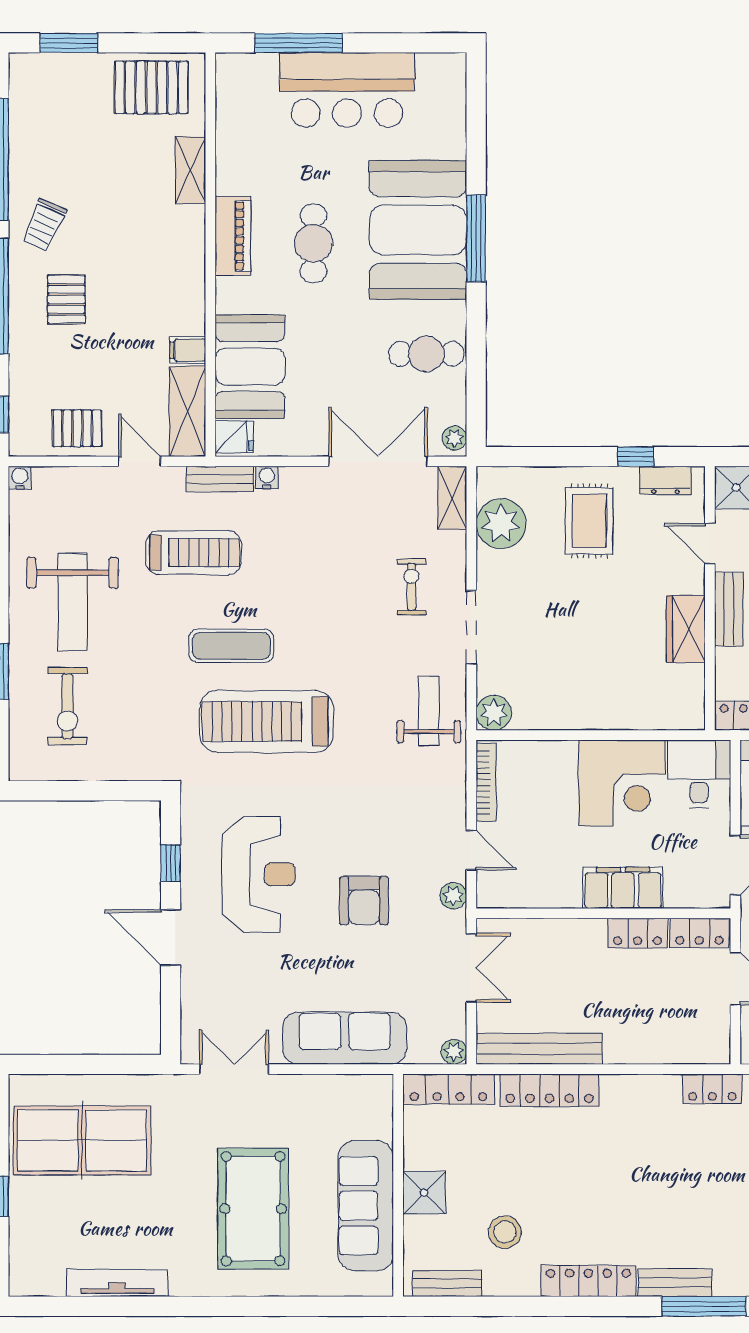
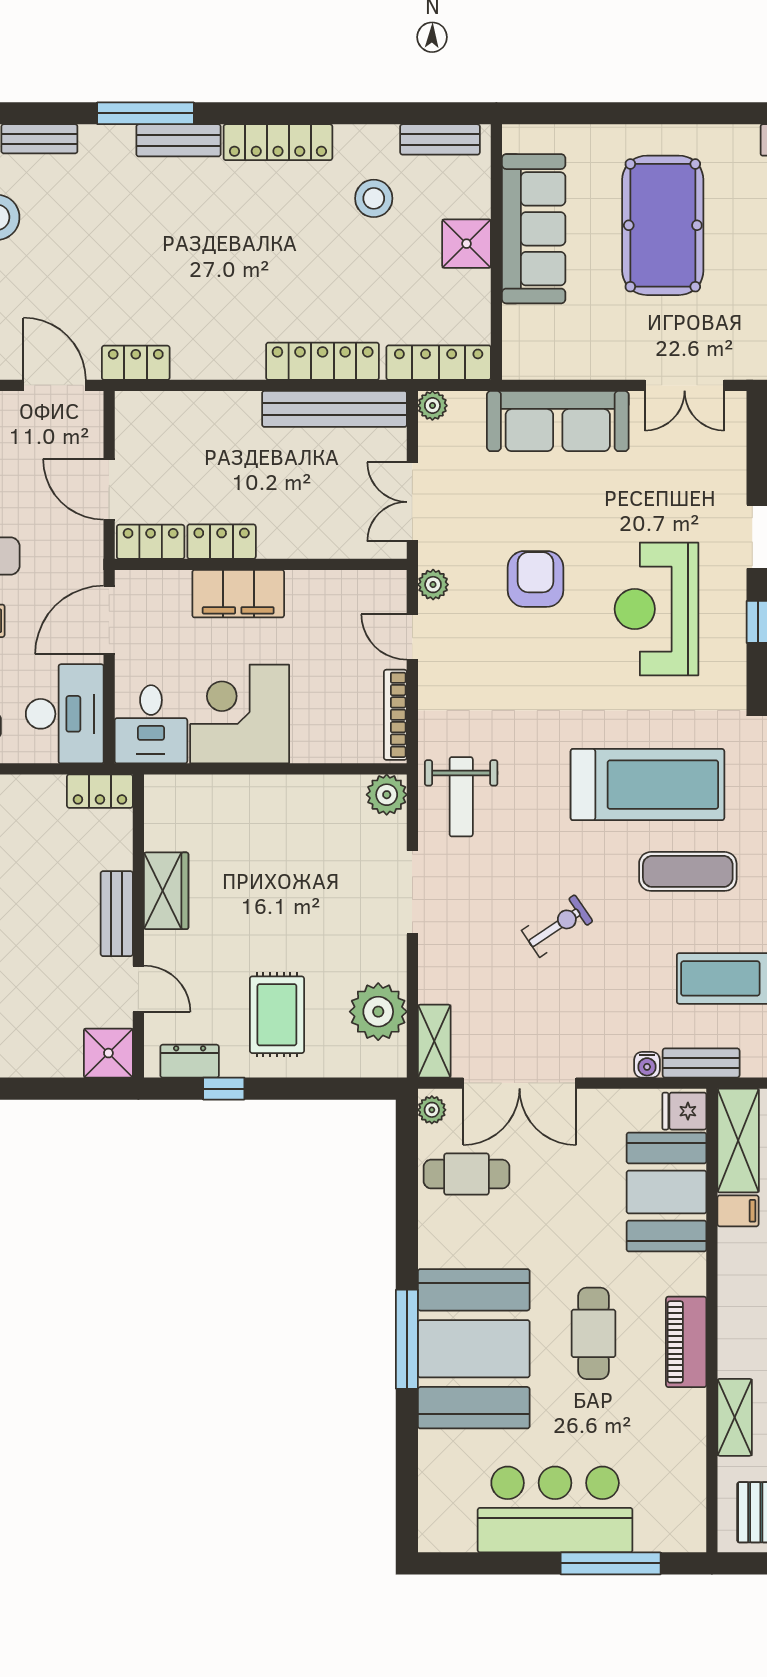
cafe table: (426, 354) -> (467, 1174), moved
exercise bike: (412, 587) -> (557, 926), moved, turned -124

